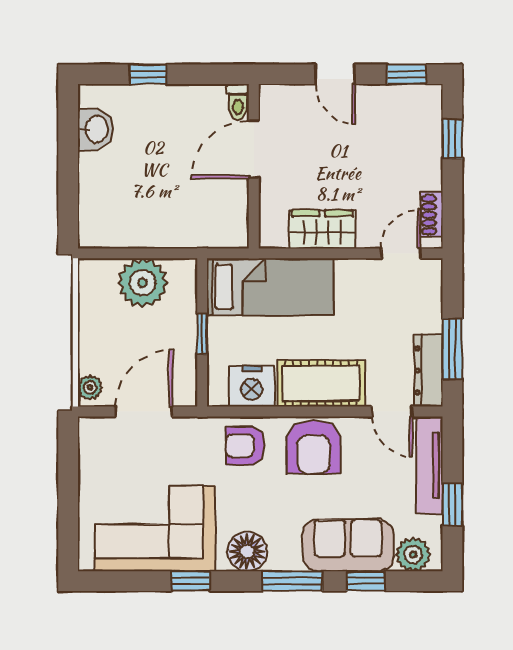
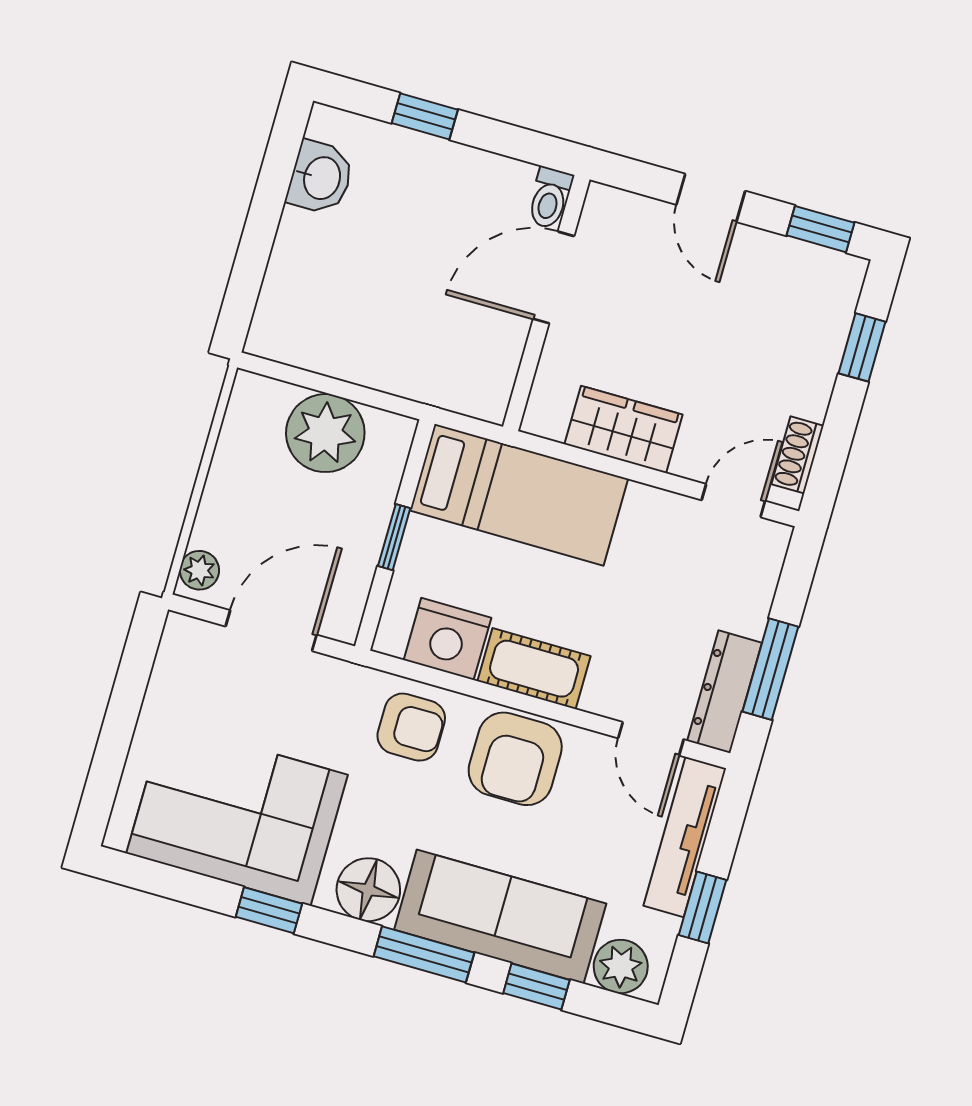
cot: (321, 383) -> (534, 669), width x0.73, depth x0.75
armchair: (245, 446) -> (411, 727), turned 180
sofa: (348, 545) -> (500, 917), width x1.36

